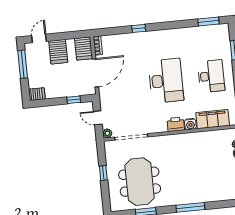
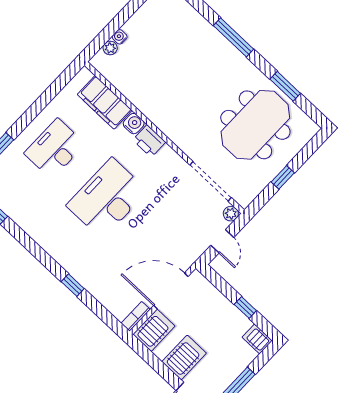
window: (74, 100) -> (245, 308), moved

